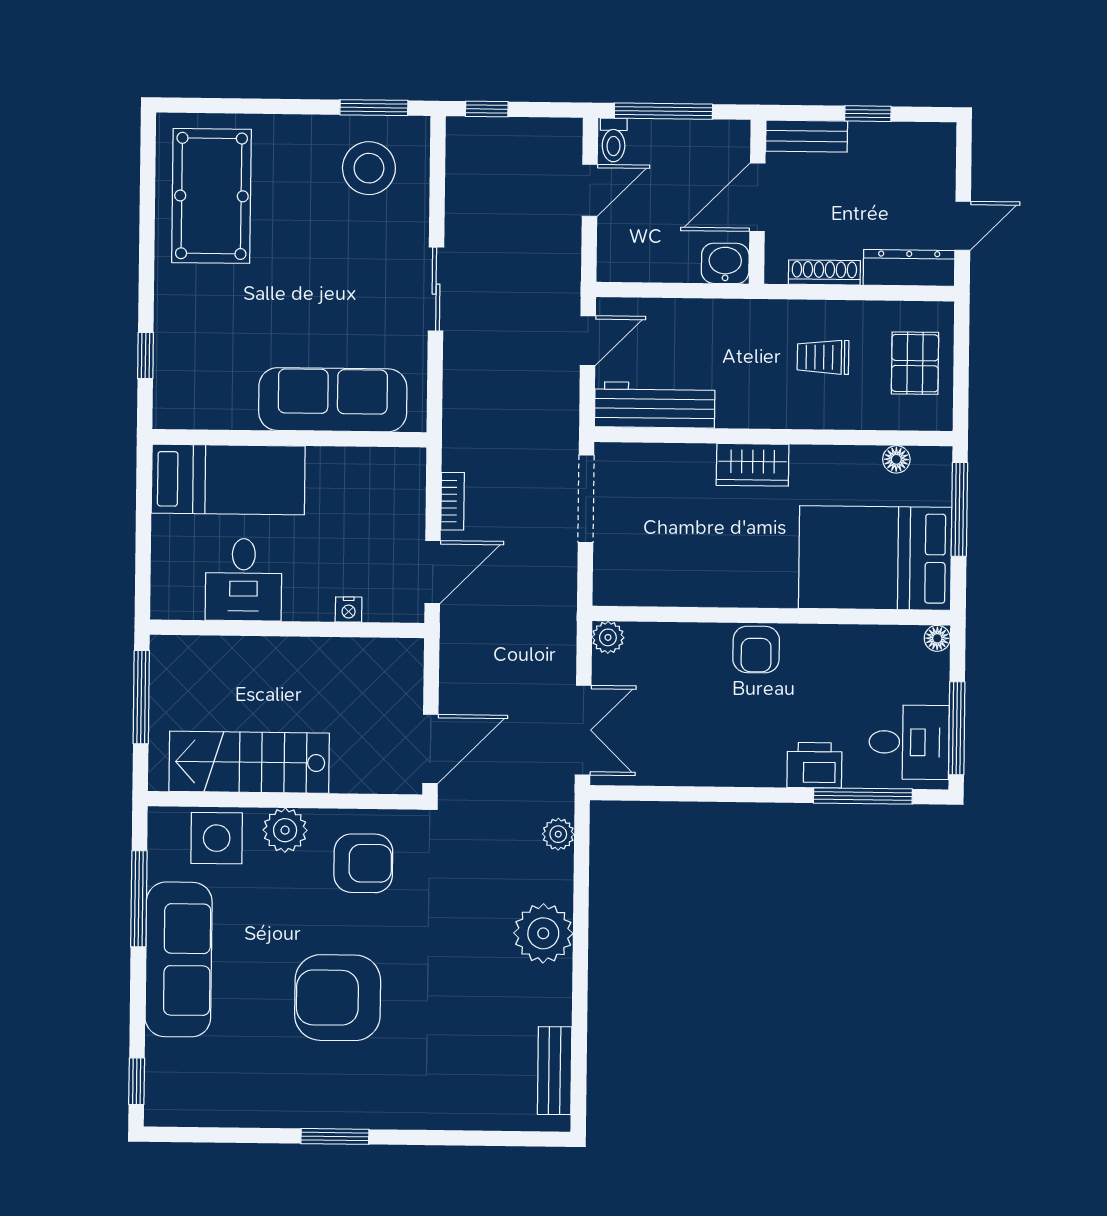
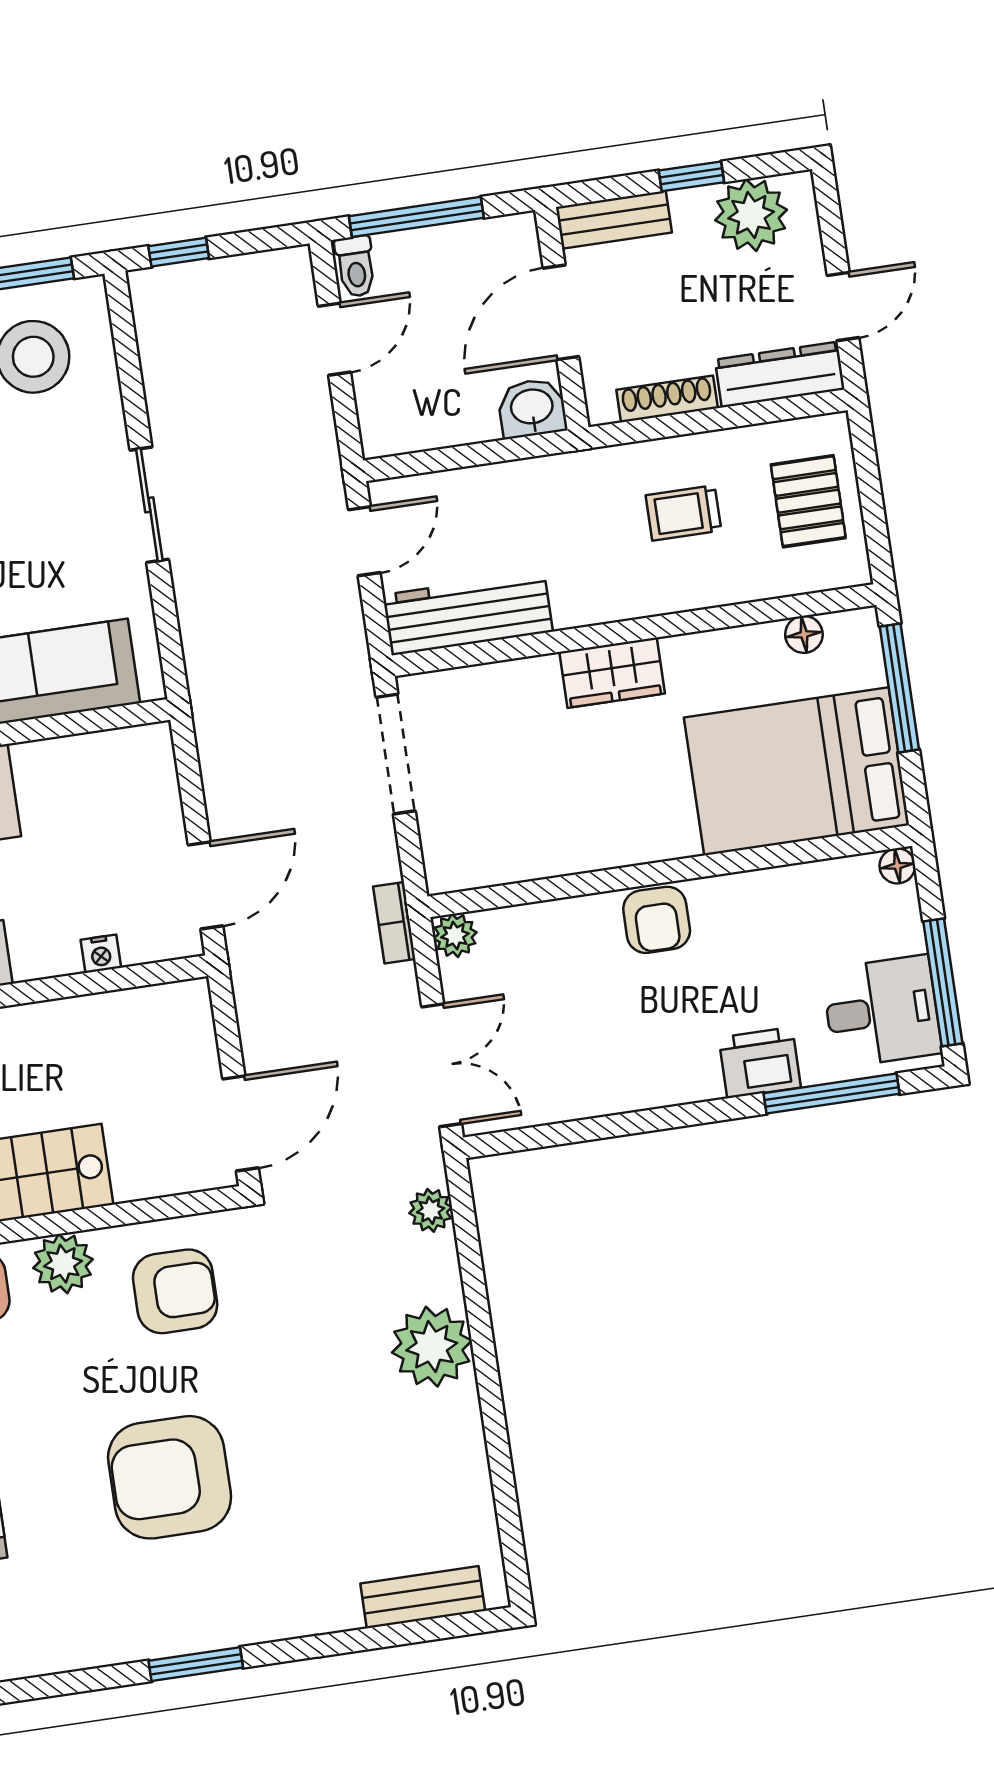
plant: (907, 149) -> (751, 215), added
bookcase: (453, 501) -> (394, 923), moved, turned 180
bench: (555, 1071) -> (423, 1597), moved, turned 90

